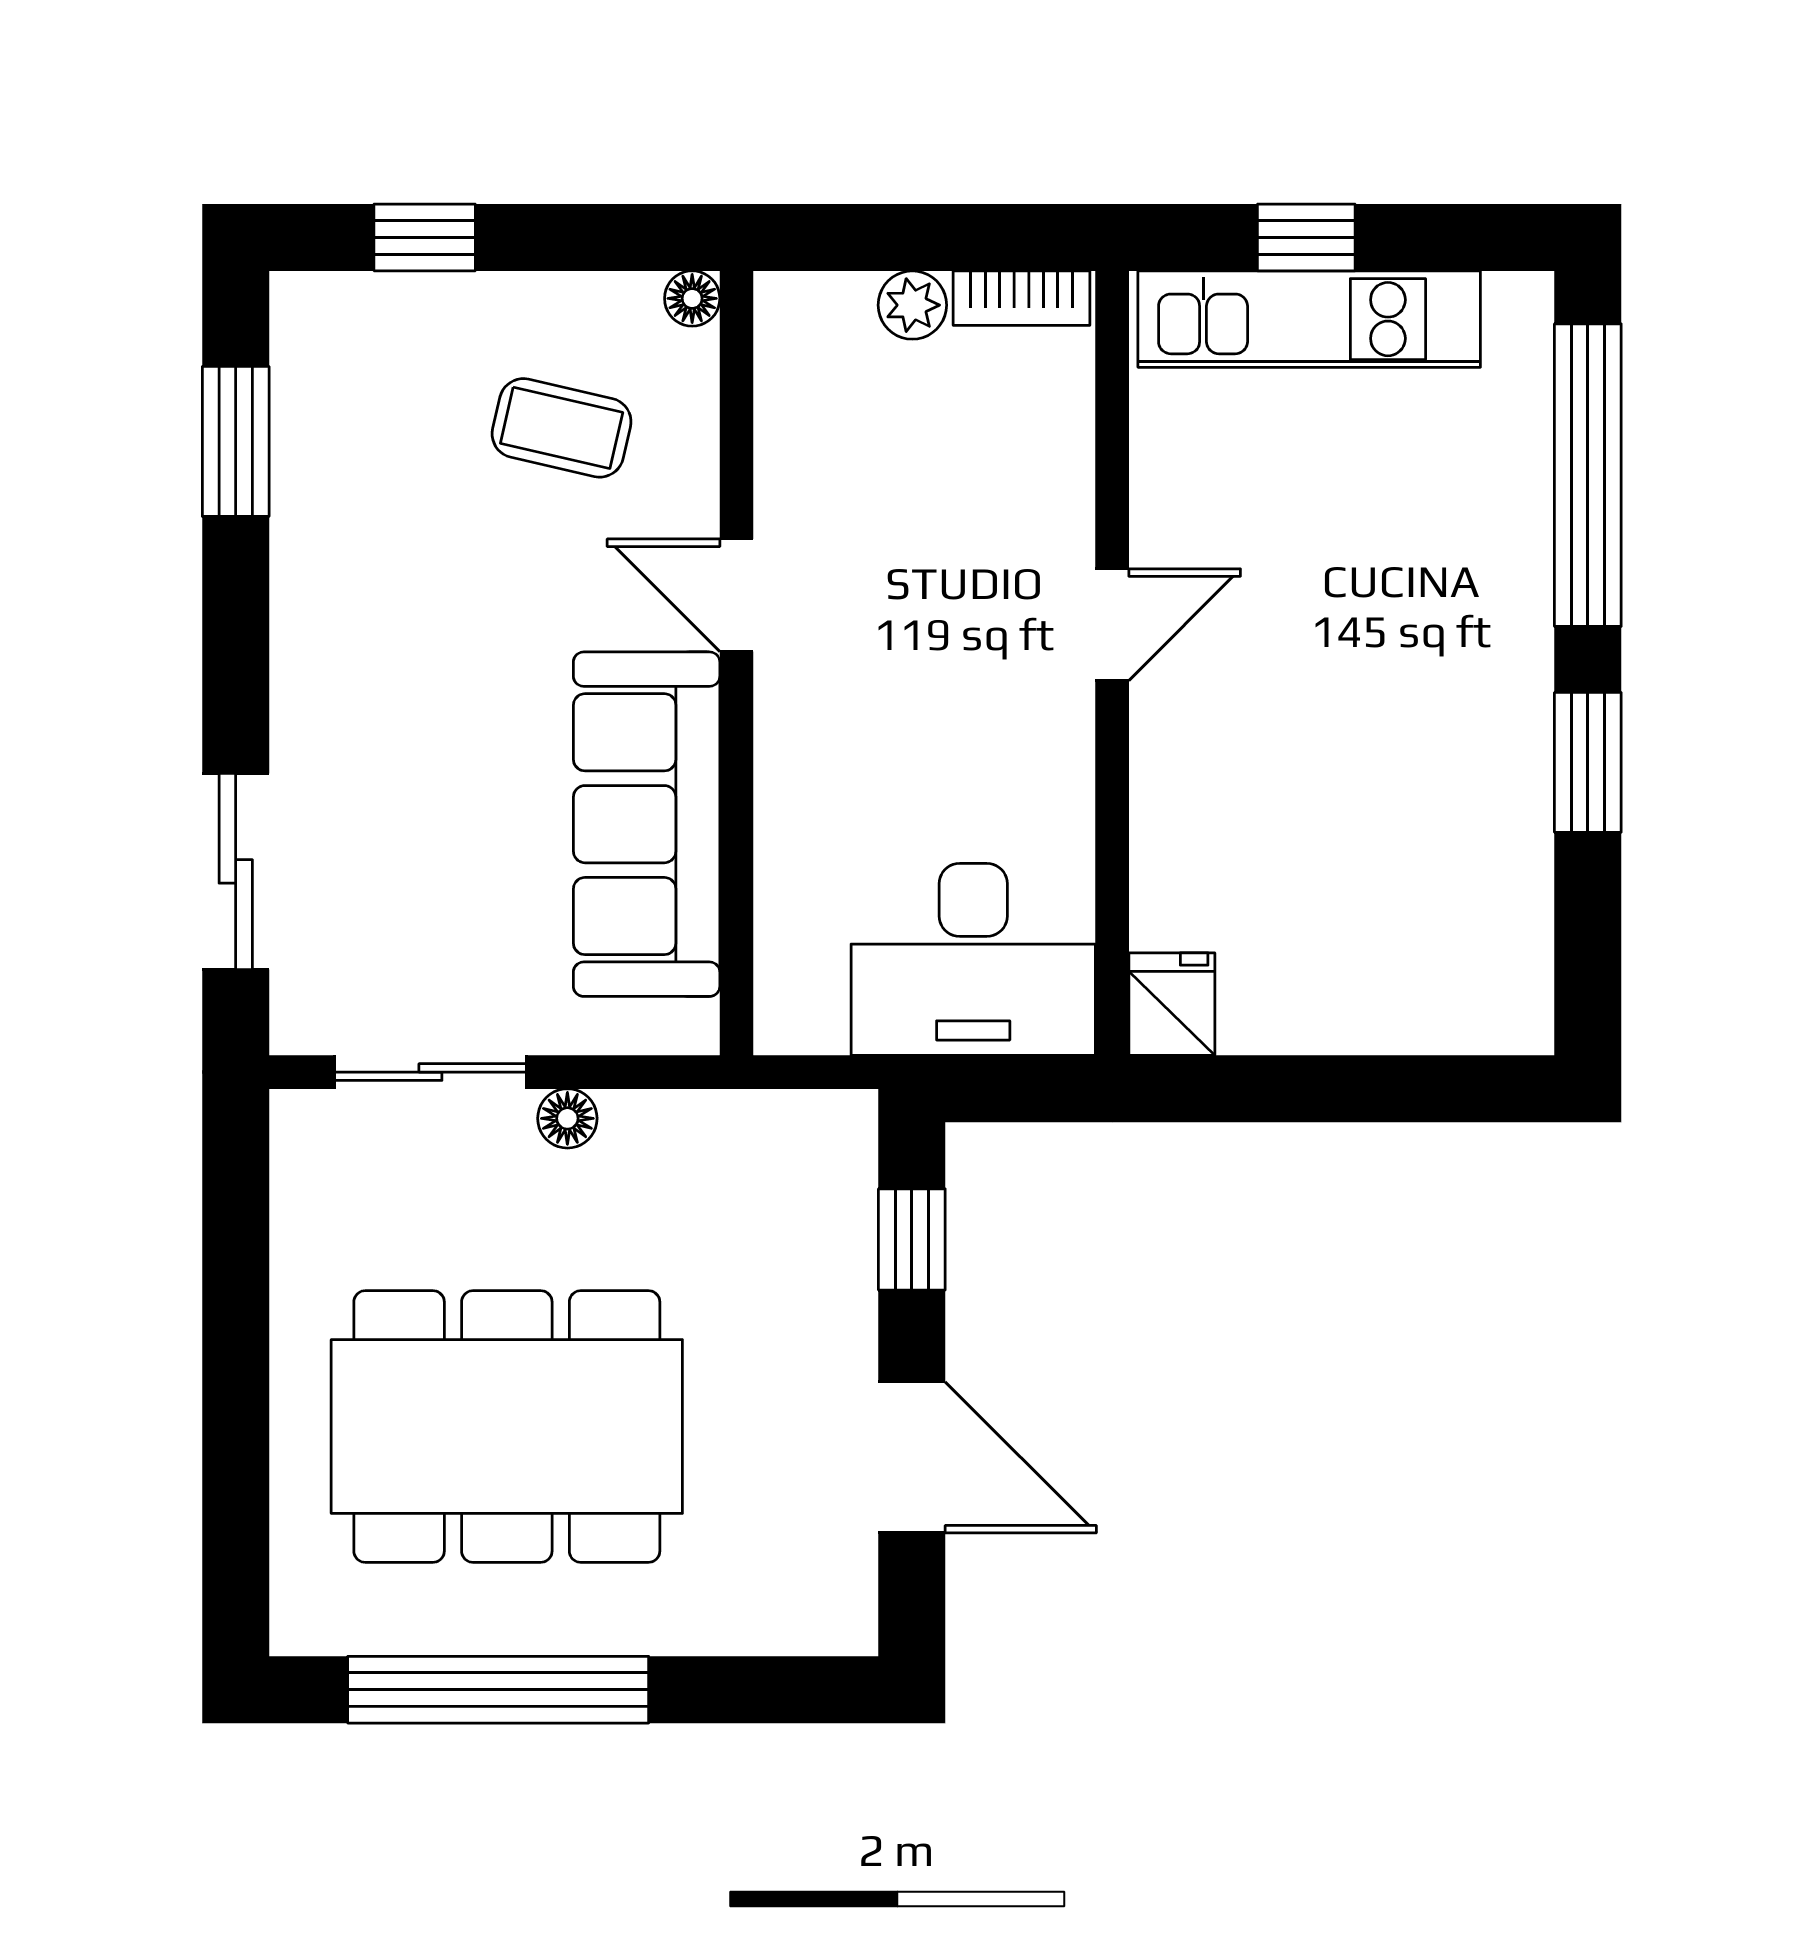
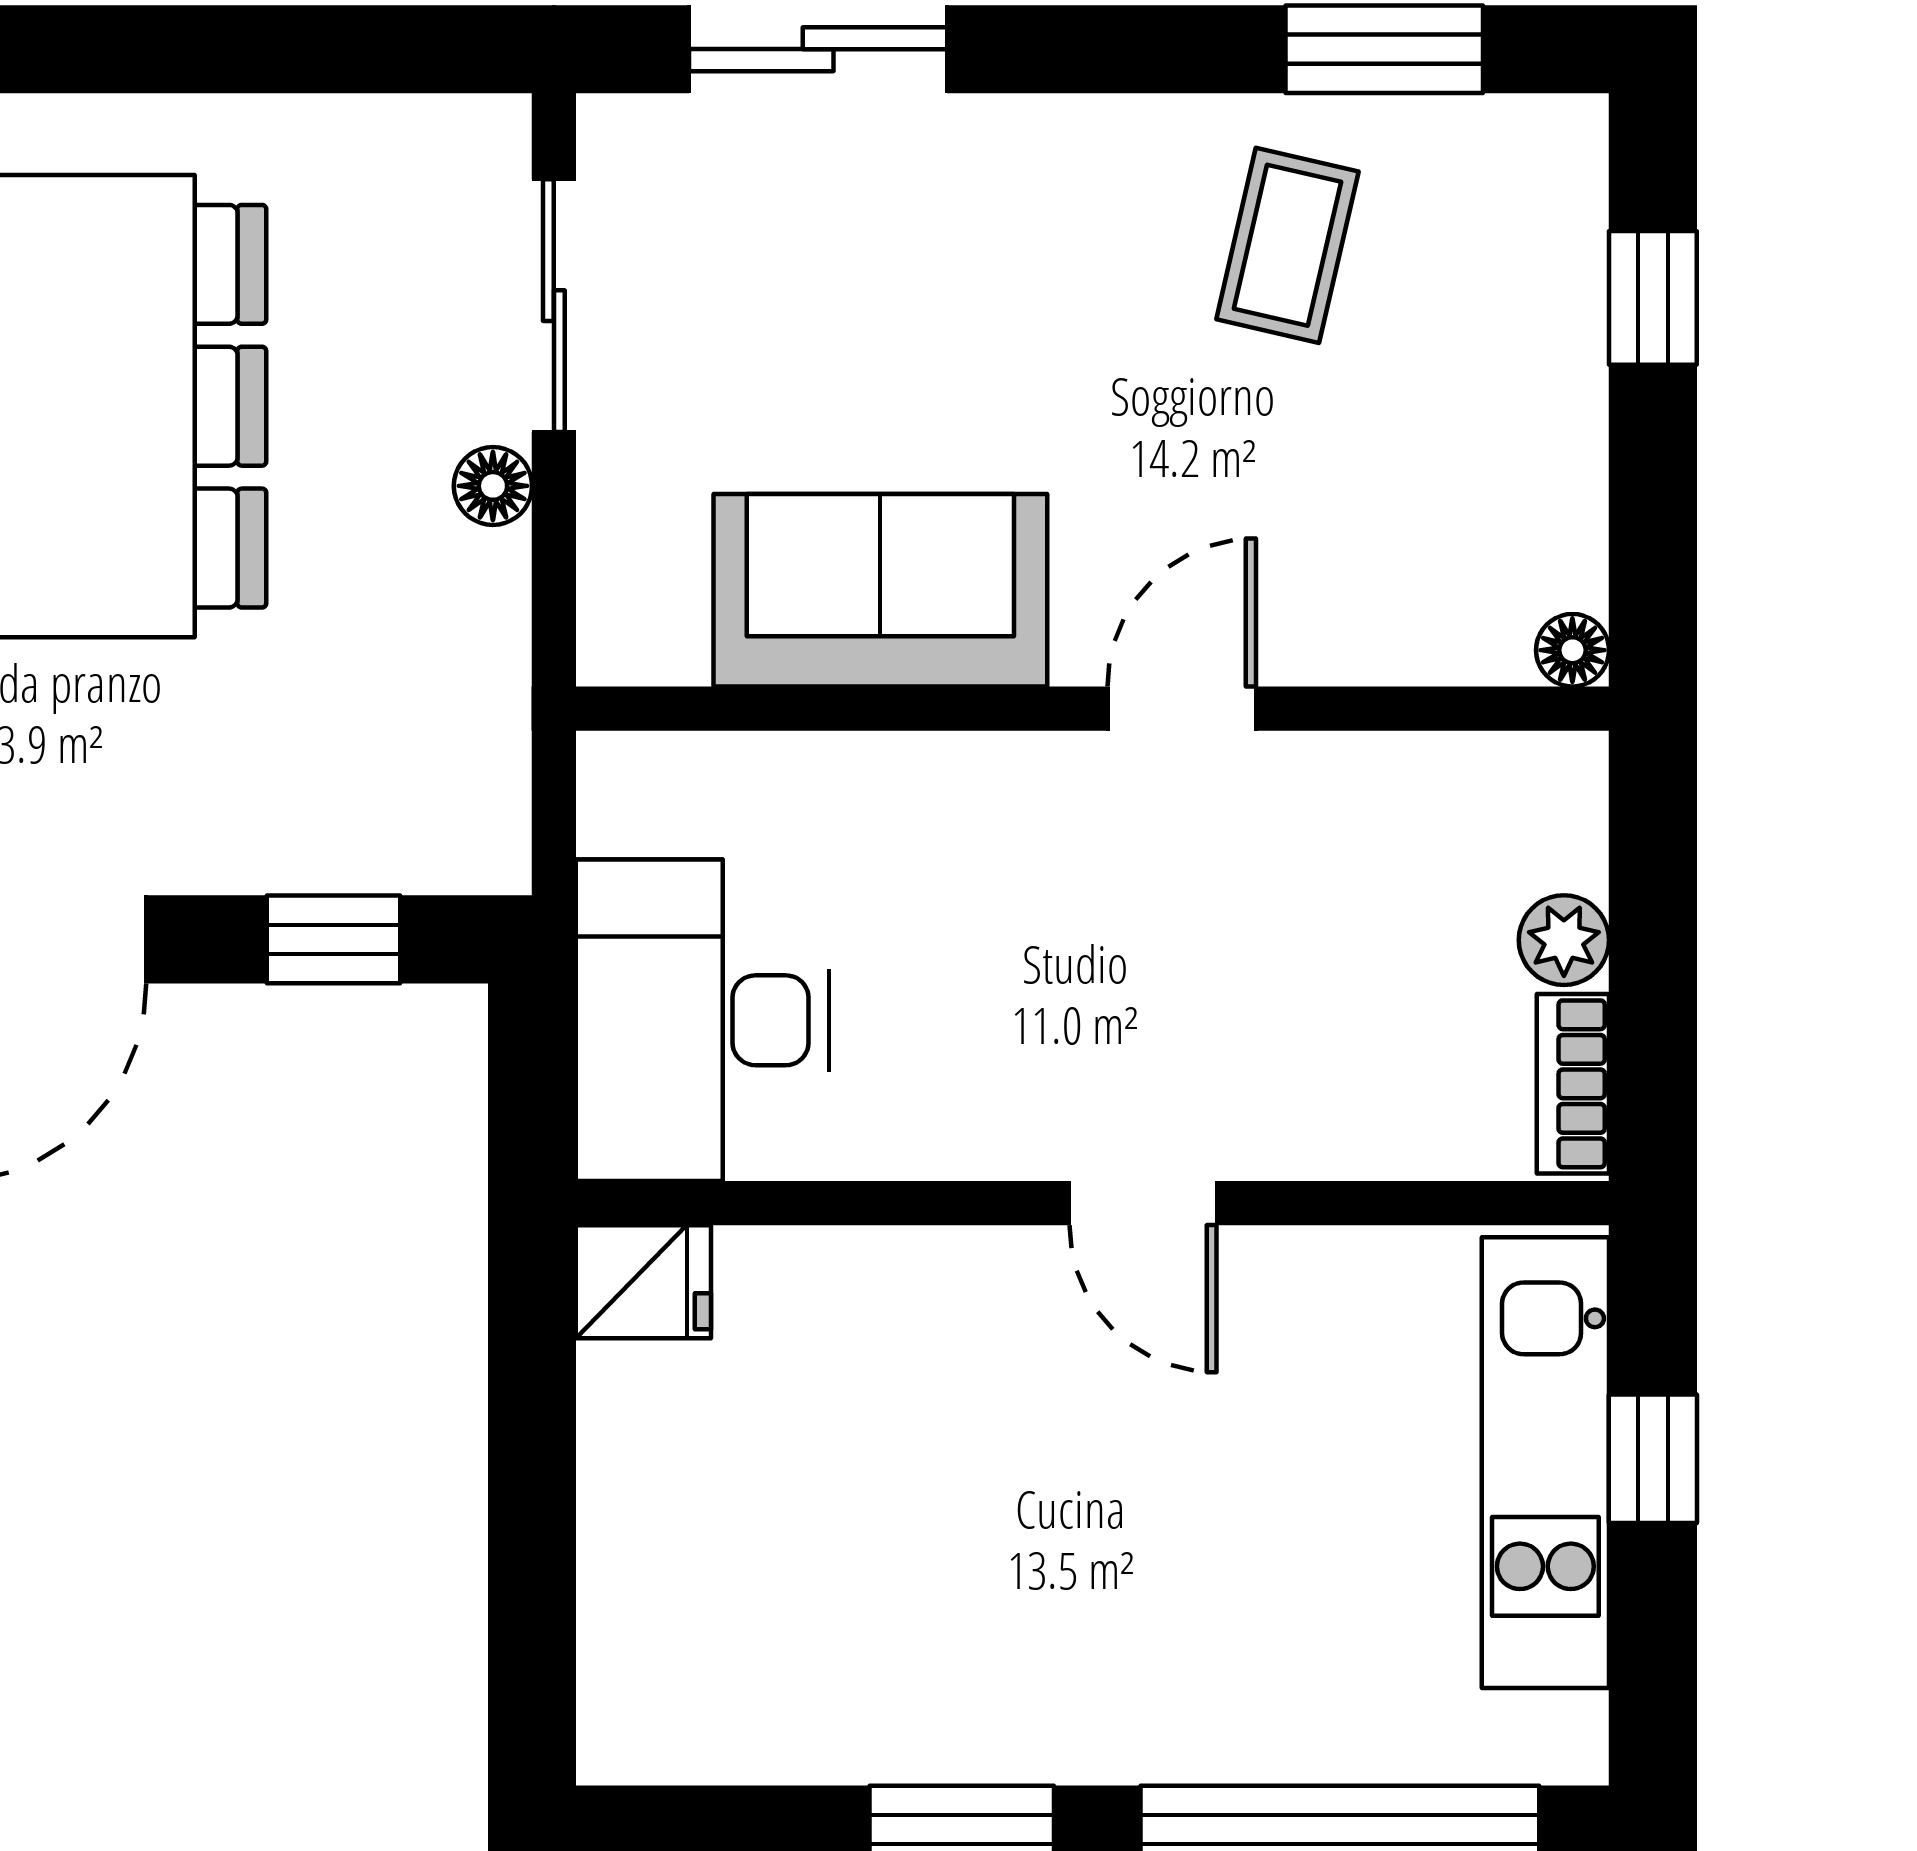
coffee table: (562, 428) -> (1287, 245), moved
sofa: (647, 824) -> (880, 590), width x0.73

